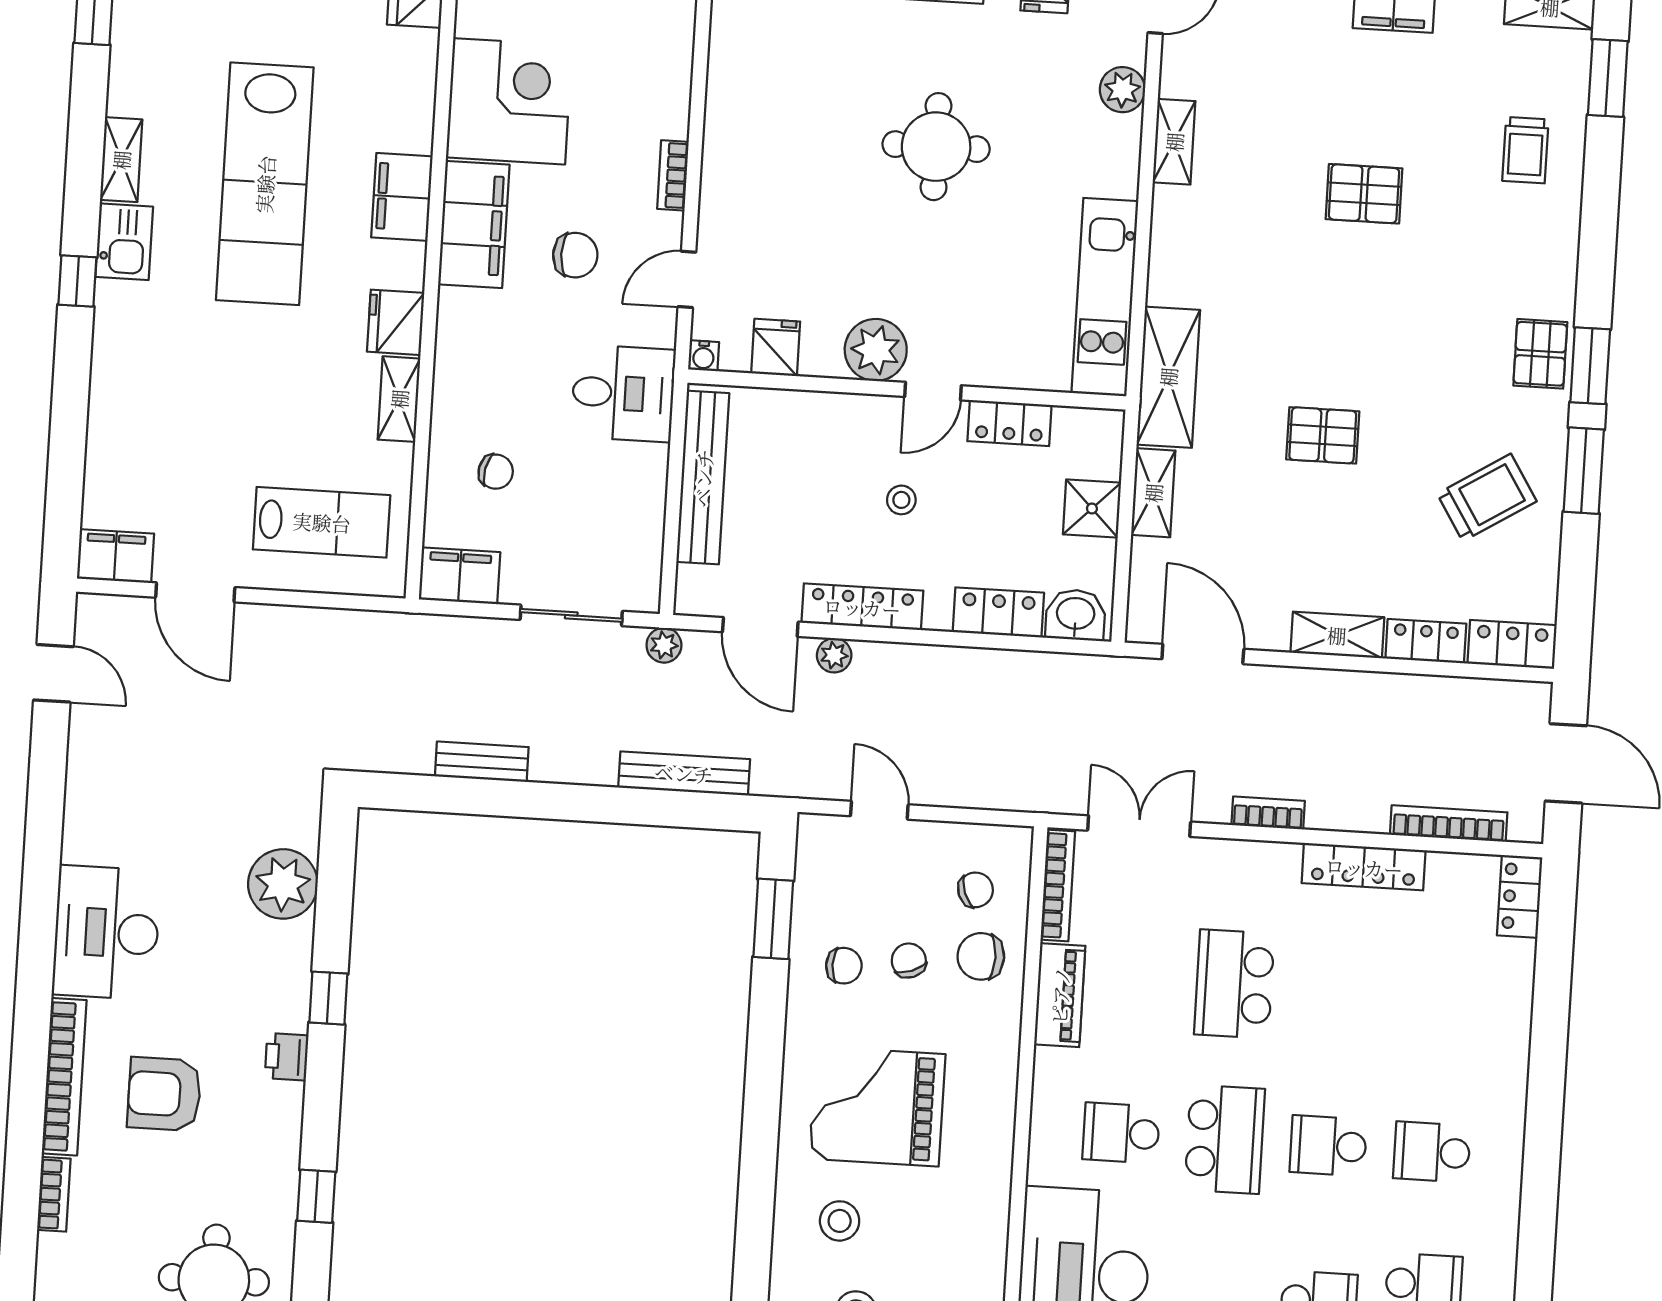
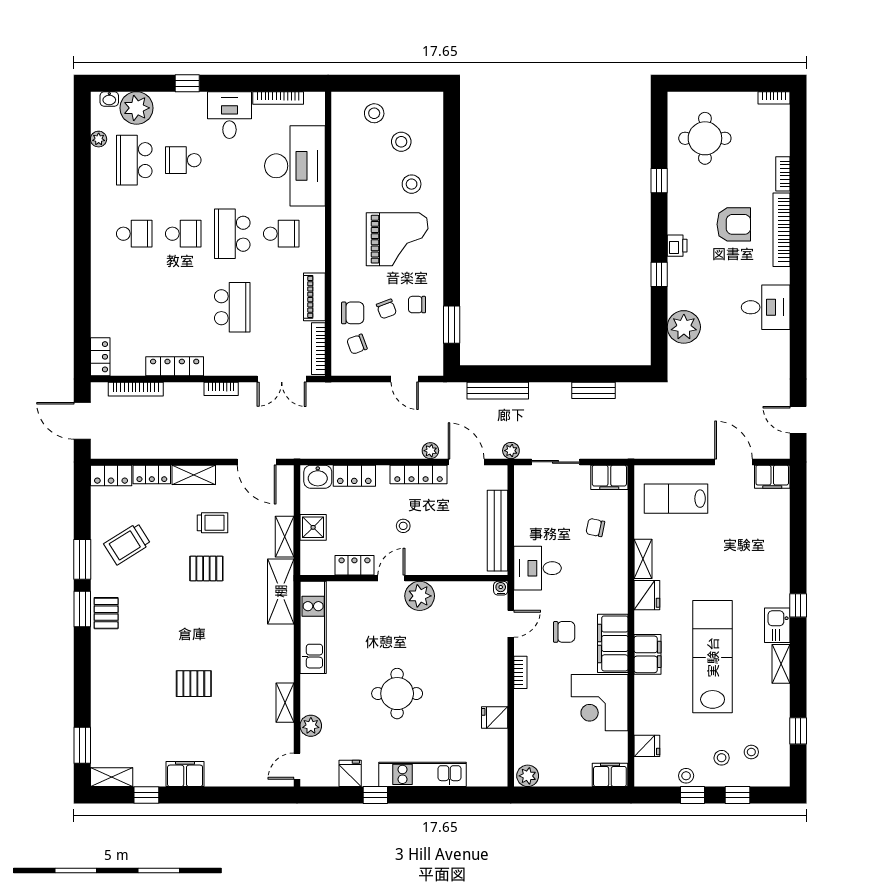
trolley: (1525, 150) -> (212, 523), moved, turned 90
chair: (575, 255) -> (564, 632), turned 180
fridge: (776, 347) -> (495, 718), moved, turned 90
desk: (106, 933) -> (766, 307), width x0.73

